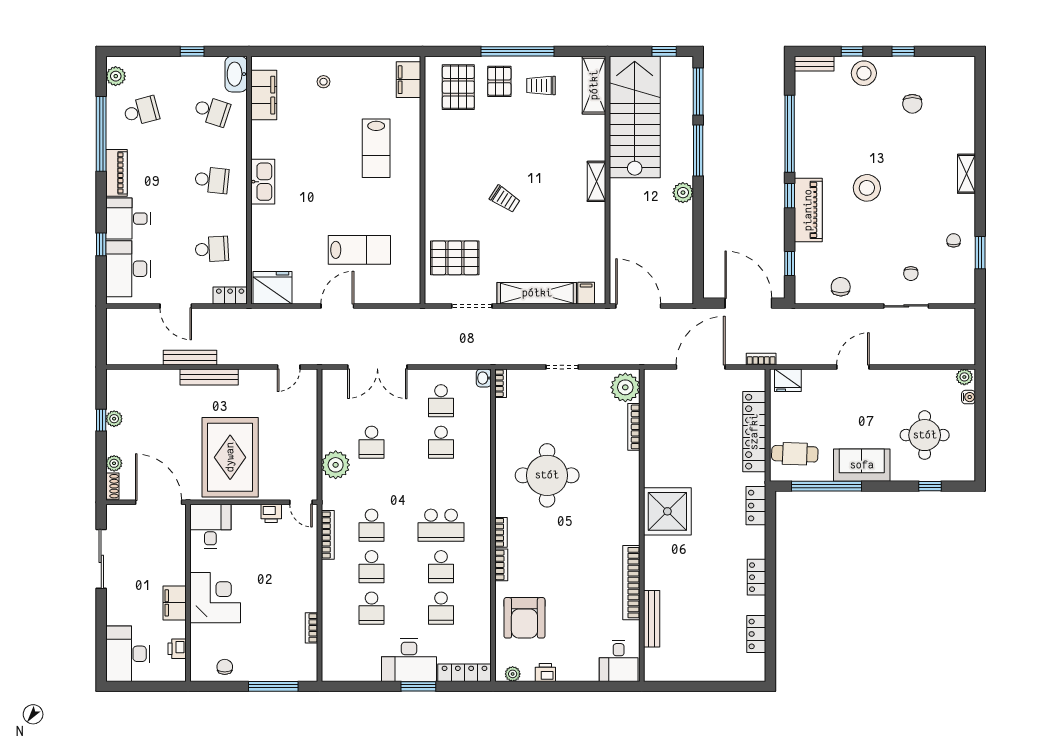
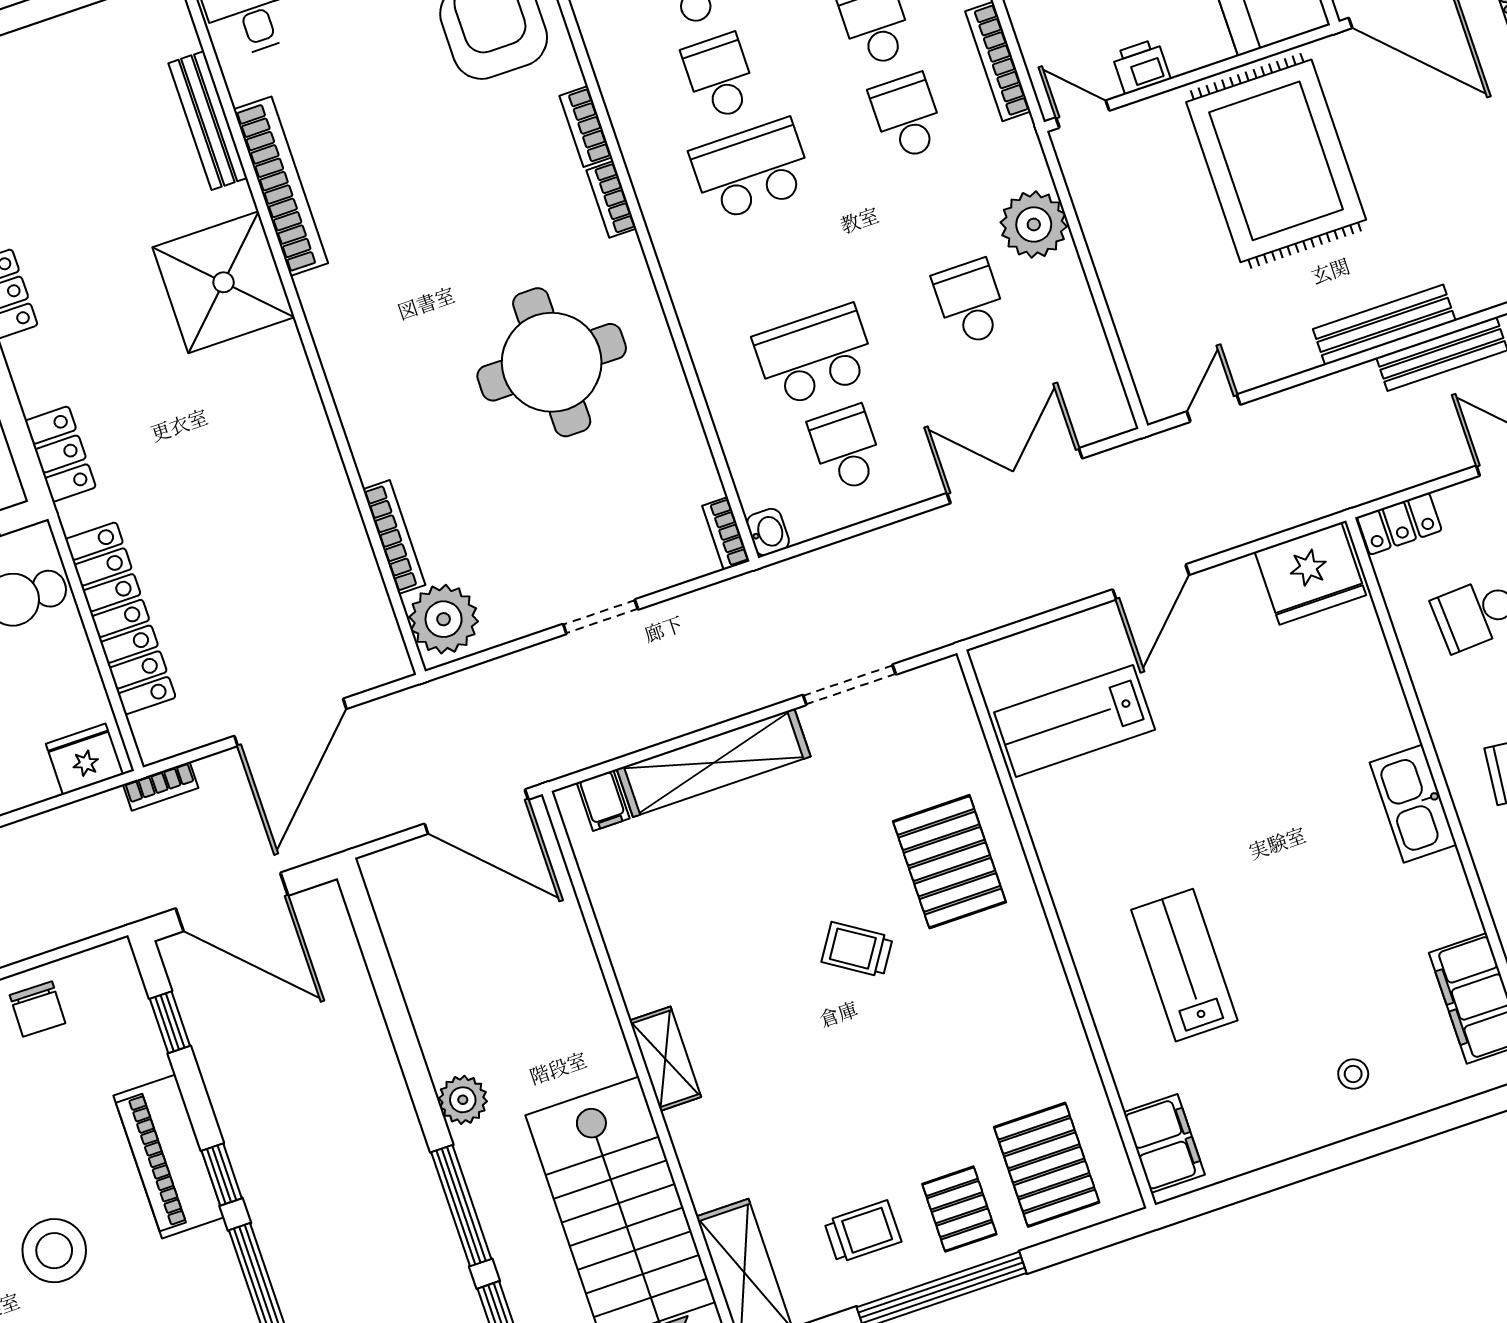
lab bench: (359, 250) -> (1075, 721), moved
pallet: (455, 258) -> (949, 862), moved, turned 90
school desk: (441, 442) -> (815, 356), width x1.85
shower: (667, 511) -> (224, 282), moved

